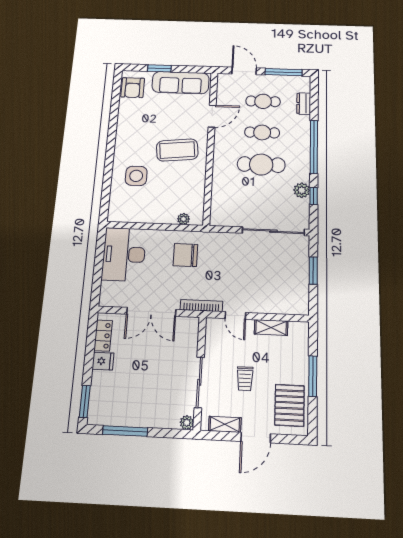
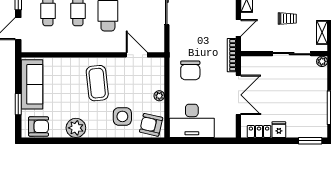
door: (212, 116) -> (137, 55), moved
plant: (127, 126) -> (76, 128), added
armchair: (123, 207) -> (151, 125), added
plant: (183, 219) -> (159, 96), moved

